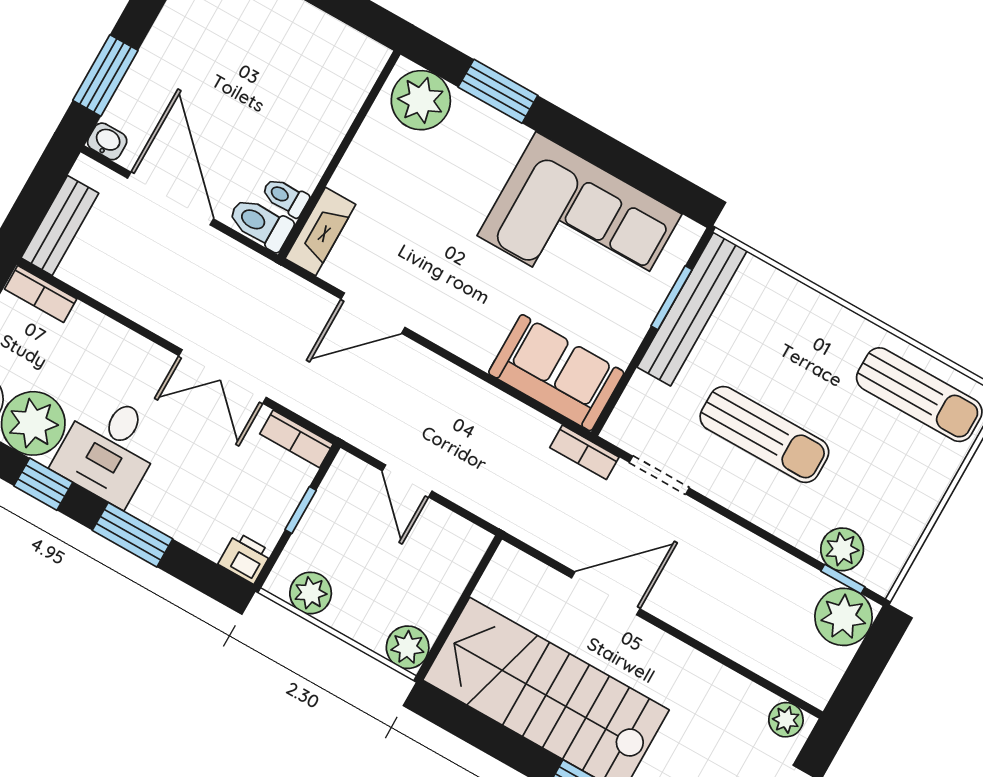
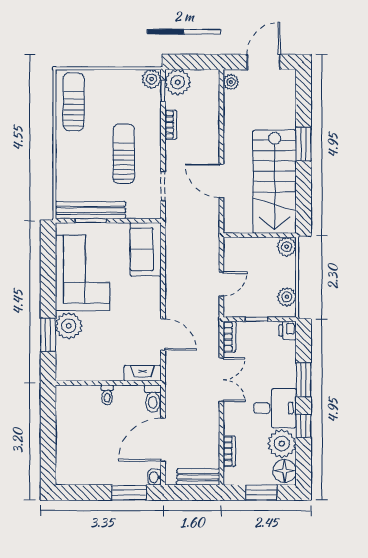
plant: (421, 100) -> (69, 326), moved
toilet: (285, 197) -> (107, 395), moved
bookcase: (41, 294) -> (229, 451), moved
bookcase: (584, 452) -> (171, 125), moved
plant: (842, 549) -> (152, 79), moved

